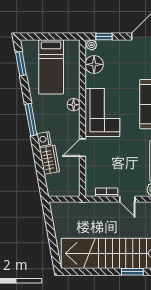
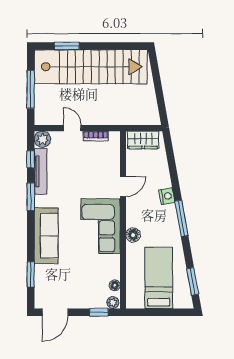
floor lamp: (94, 64) -> (115, 285), width x0.53, depth x0.53
wardrobe: (49, 160) -> (143, 140), moved, turned -80

